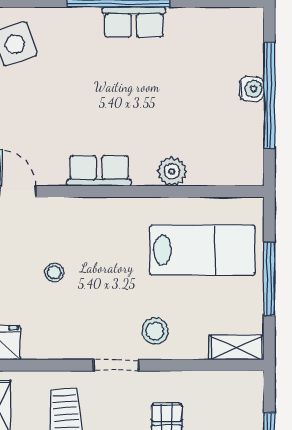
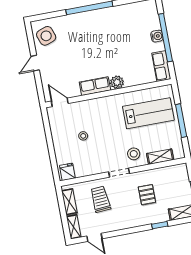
row of seats: (134, 22) -> (161, 66), moved, turned 90
plant: (172, 171) -> (117, 82), moved
shelving: (236, 348) -> (160, 157), moved

